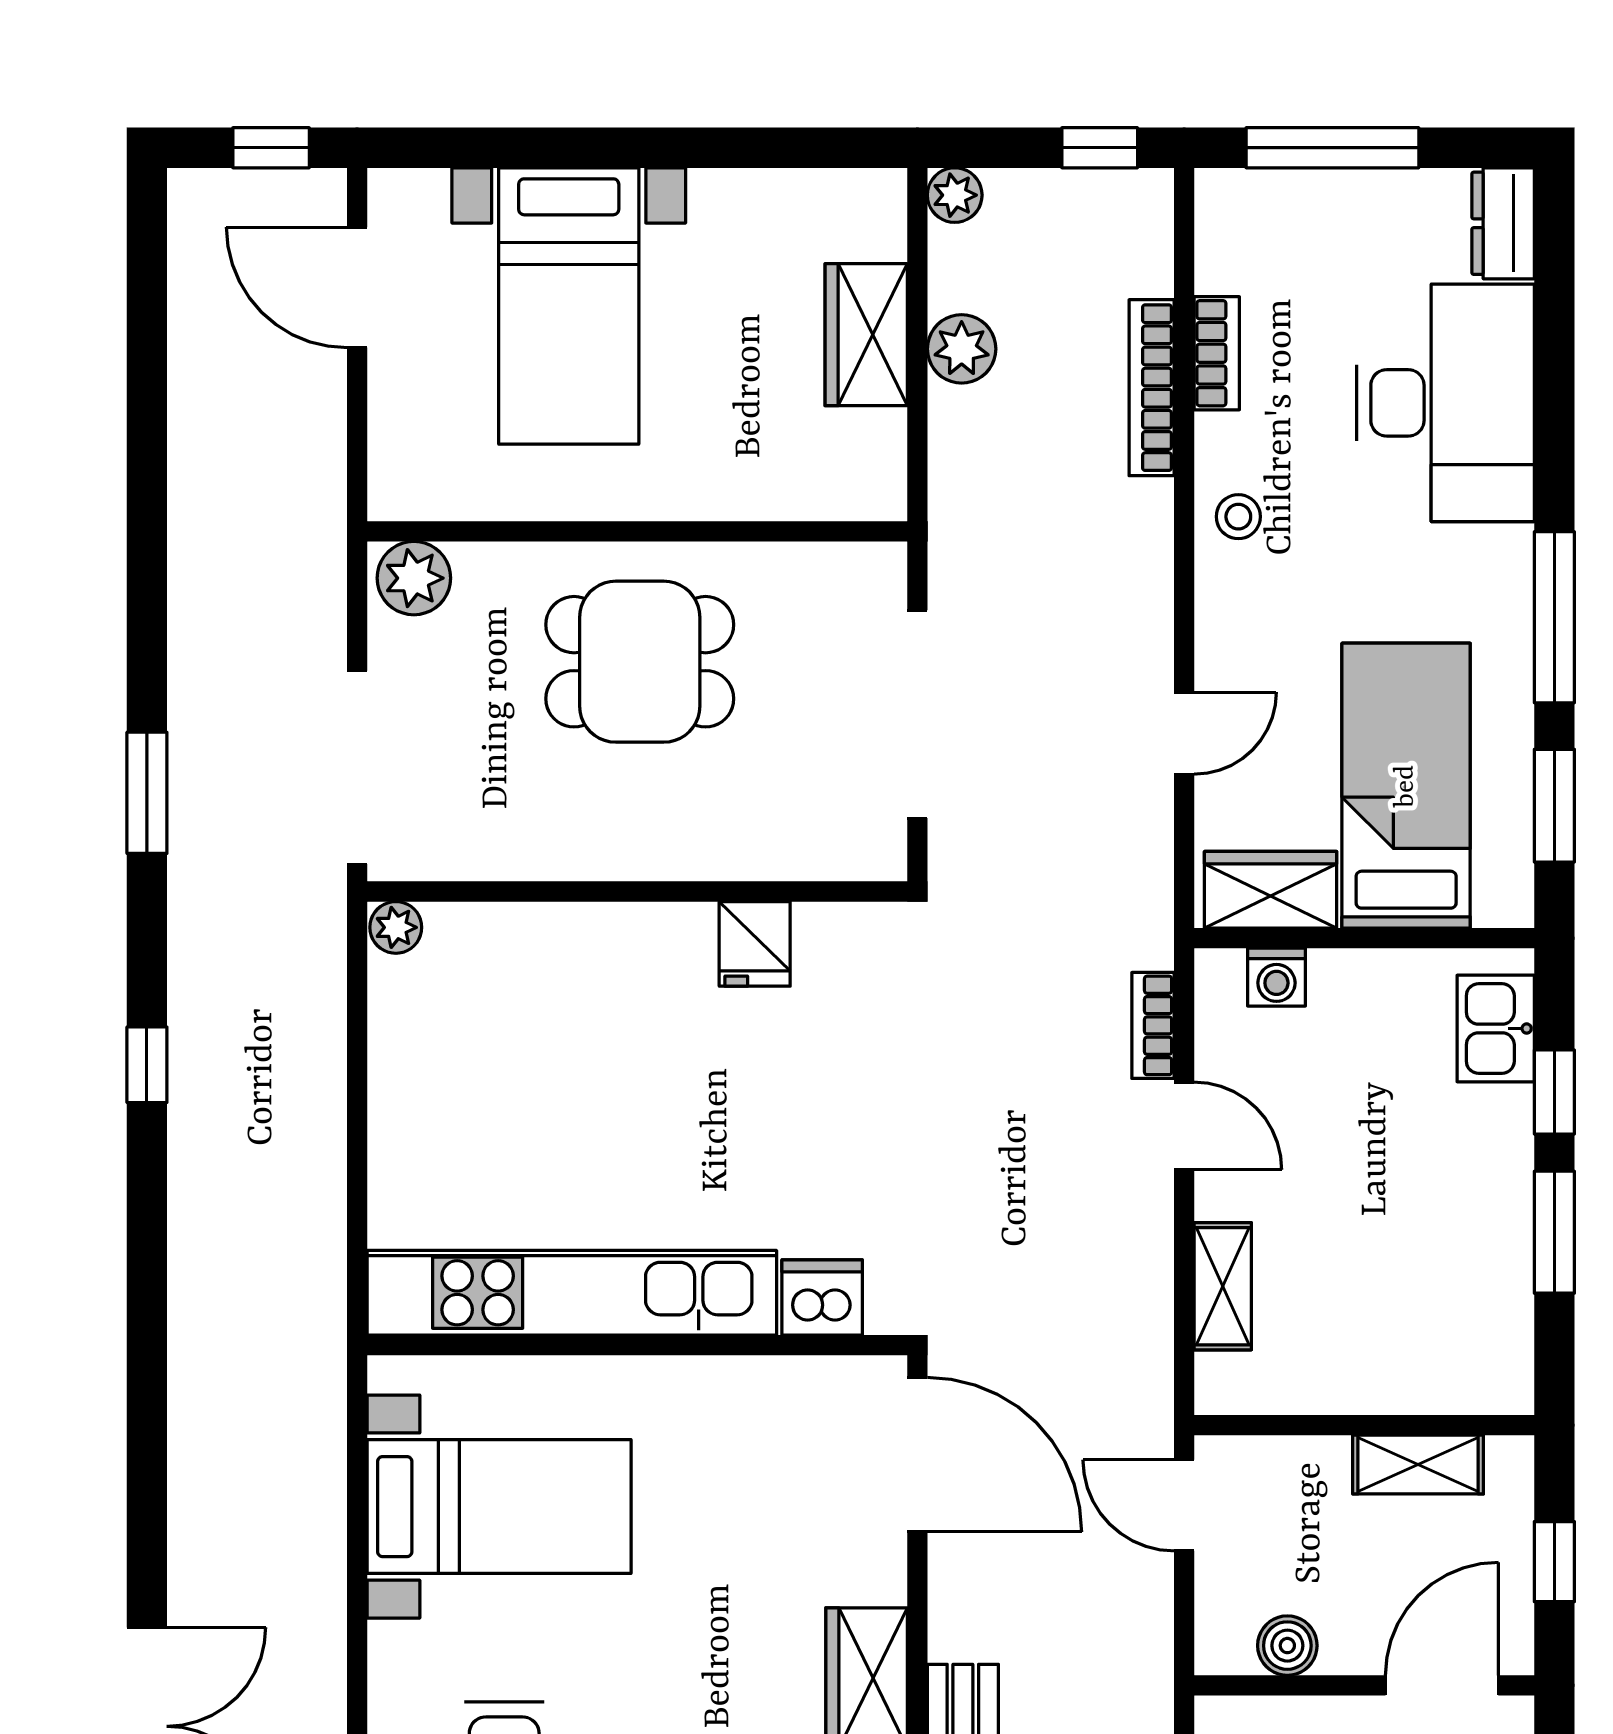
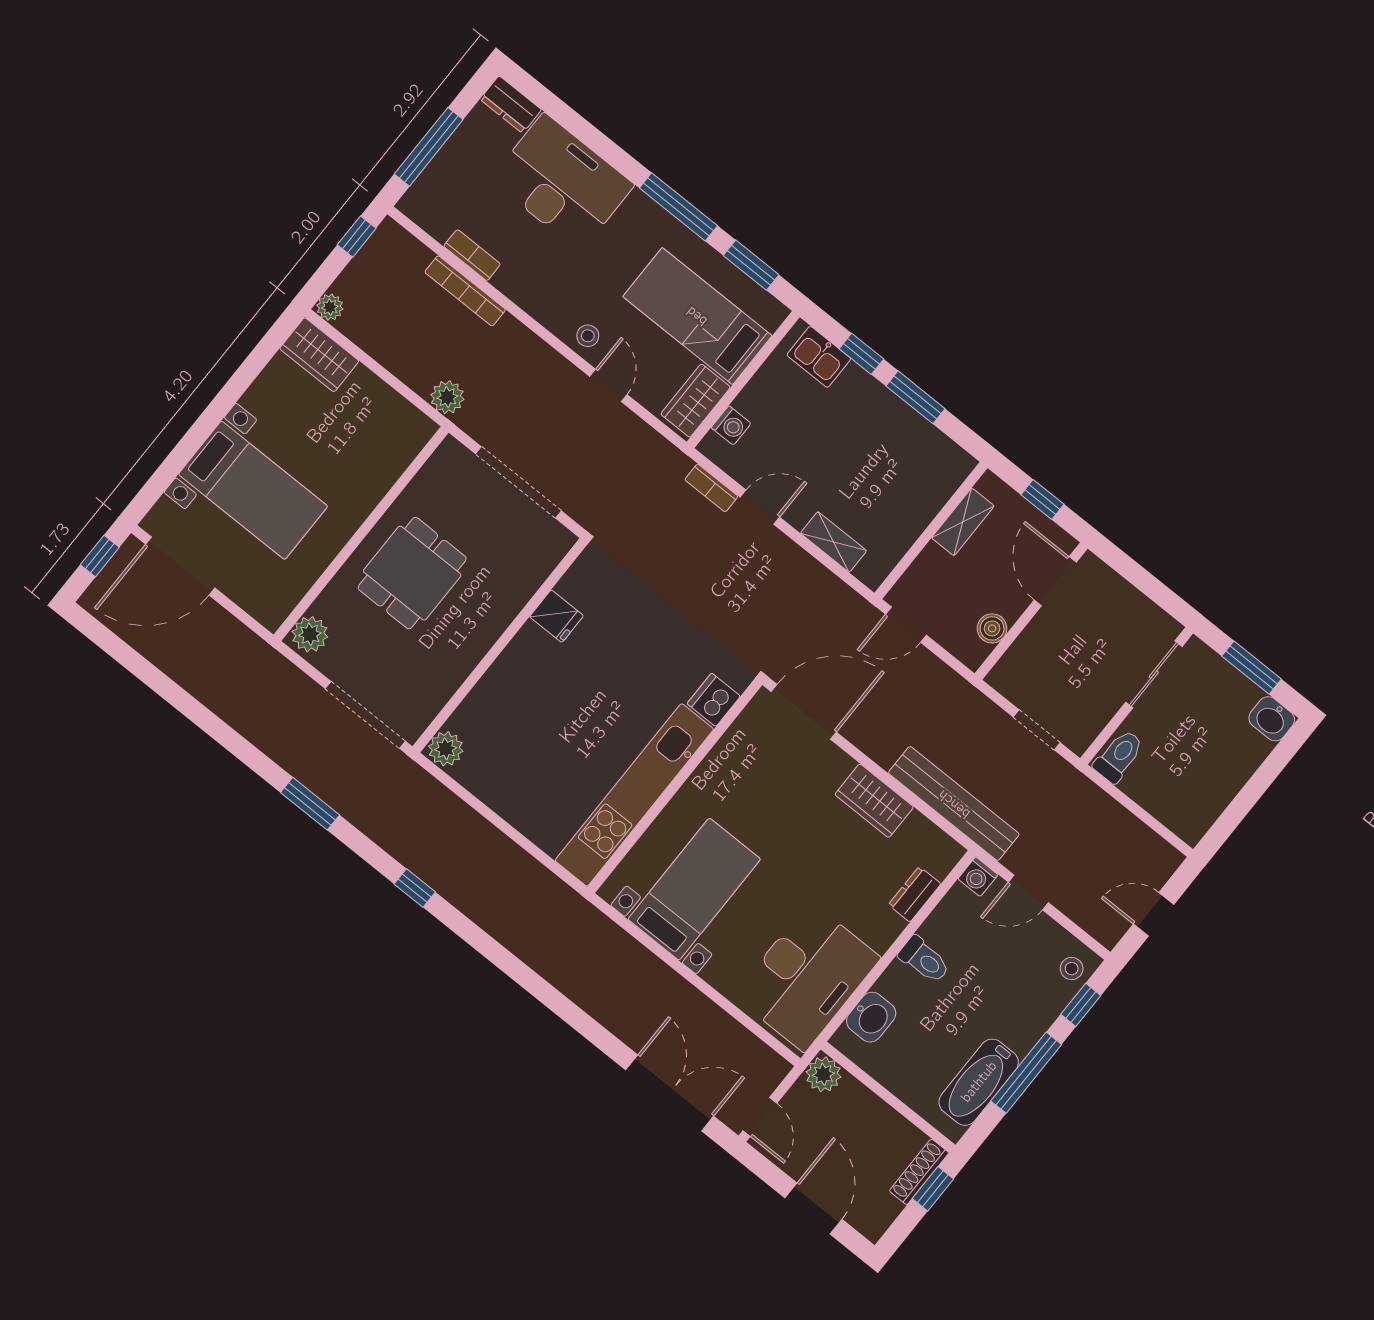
door: (357, 287) -> (180, 566), width x1.36
wardrobe: (866, 335) -> (319, 355), moved
plant: (962, 349) -> (447, 397), moved
stool: (1238, 517) -> (588, 336), moved
plant: (396, 927) -> (446, 749), width x1.38, depth x1.38

